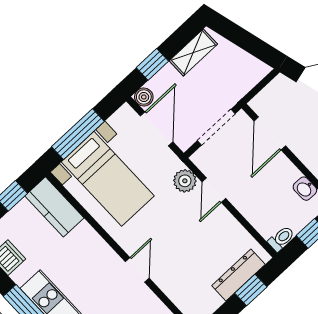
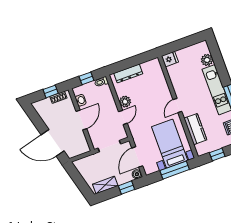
door: (270, 133) -> (81, 120), moved
plant: (185, 181) -> (125, 102), moved
kitchen counter: (54, 207) -> (195, 129), moved
door: (137, 270) -> (177, 105), moved
window: (251, 290) -> (125, 64), removed

